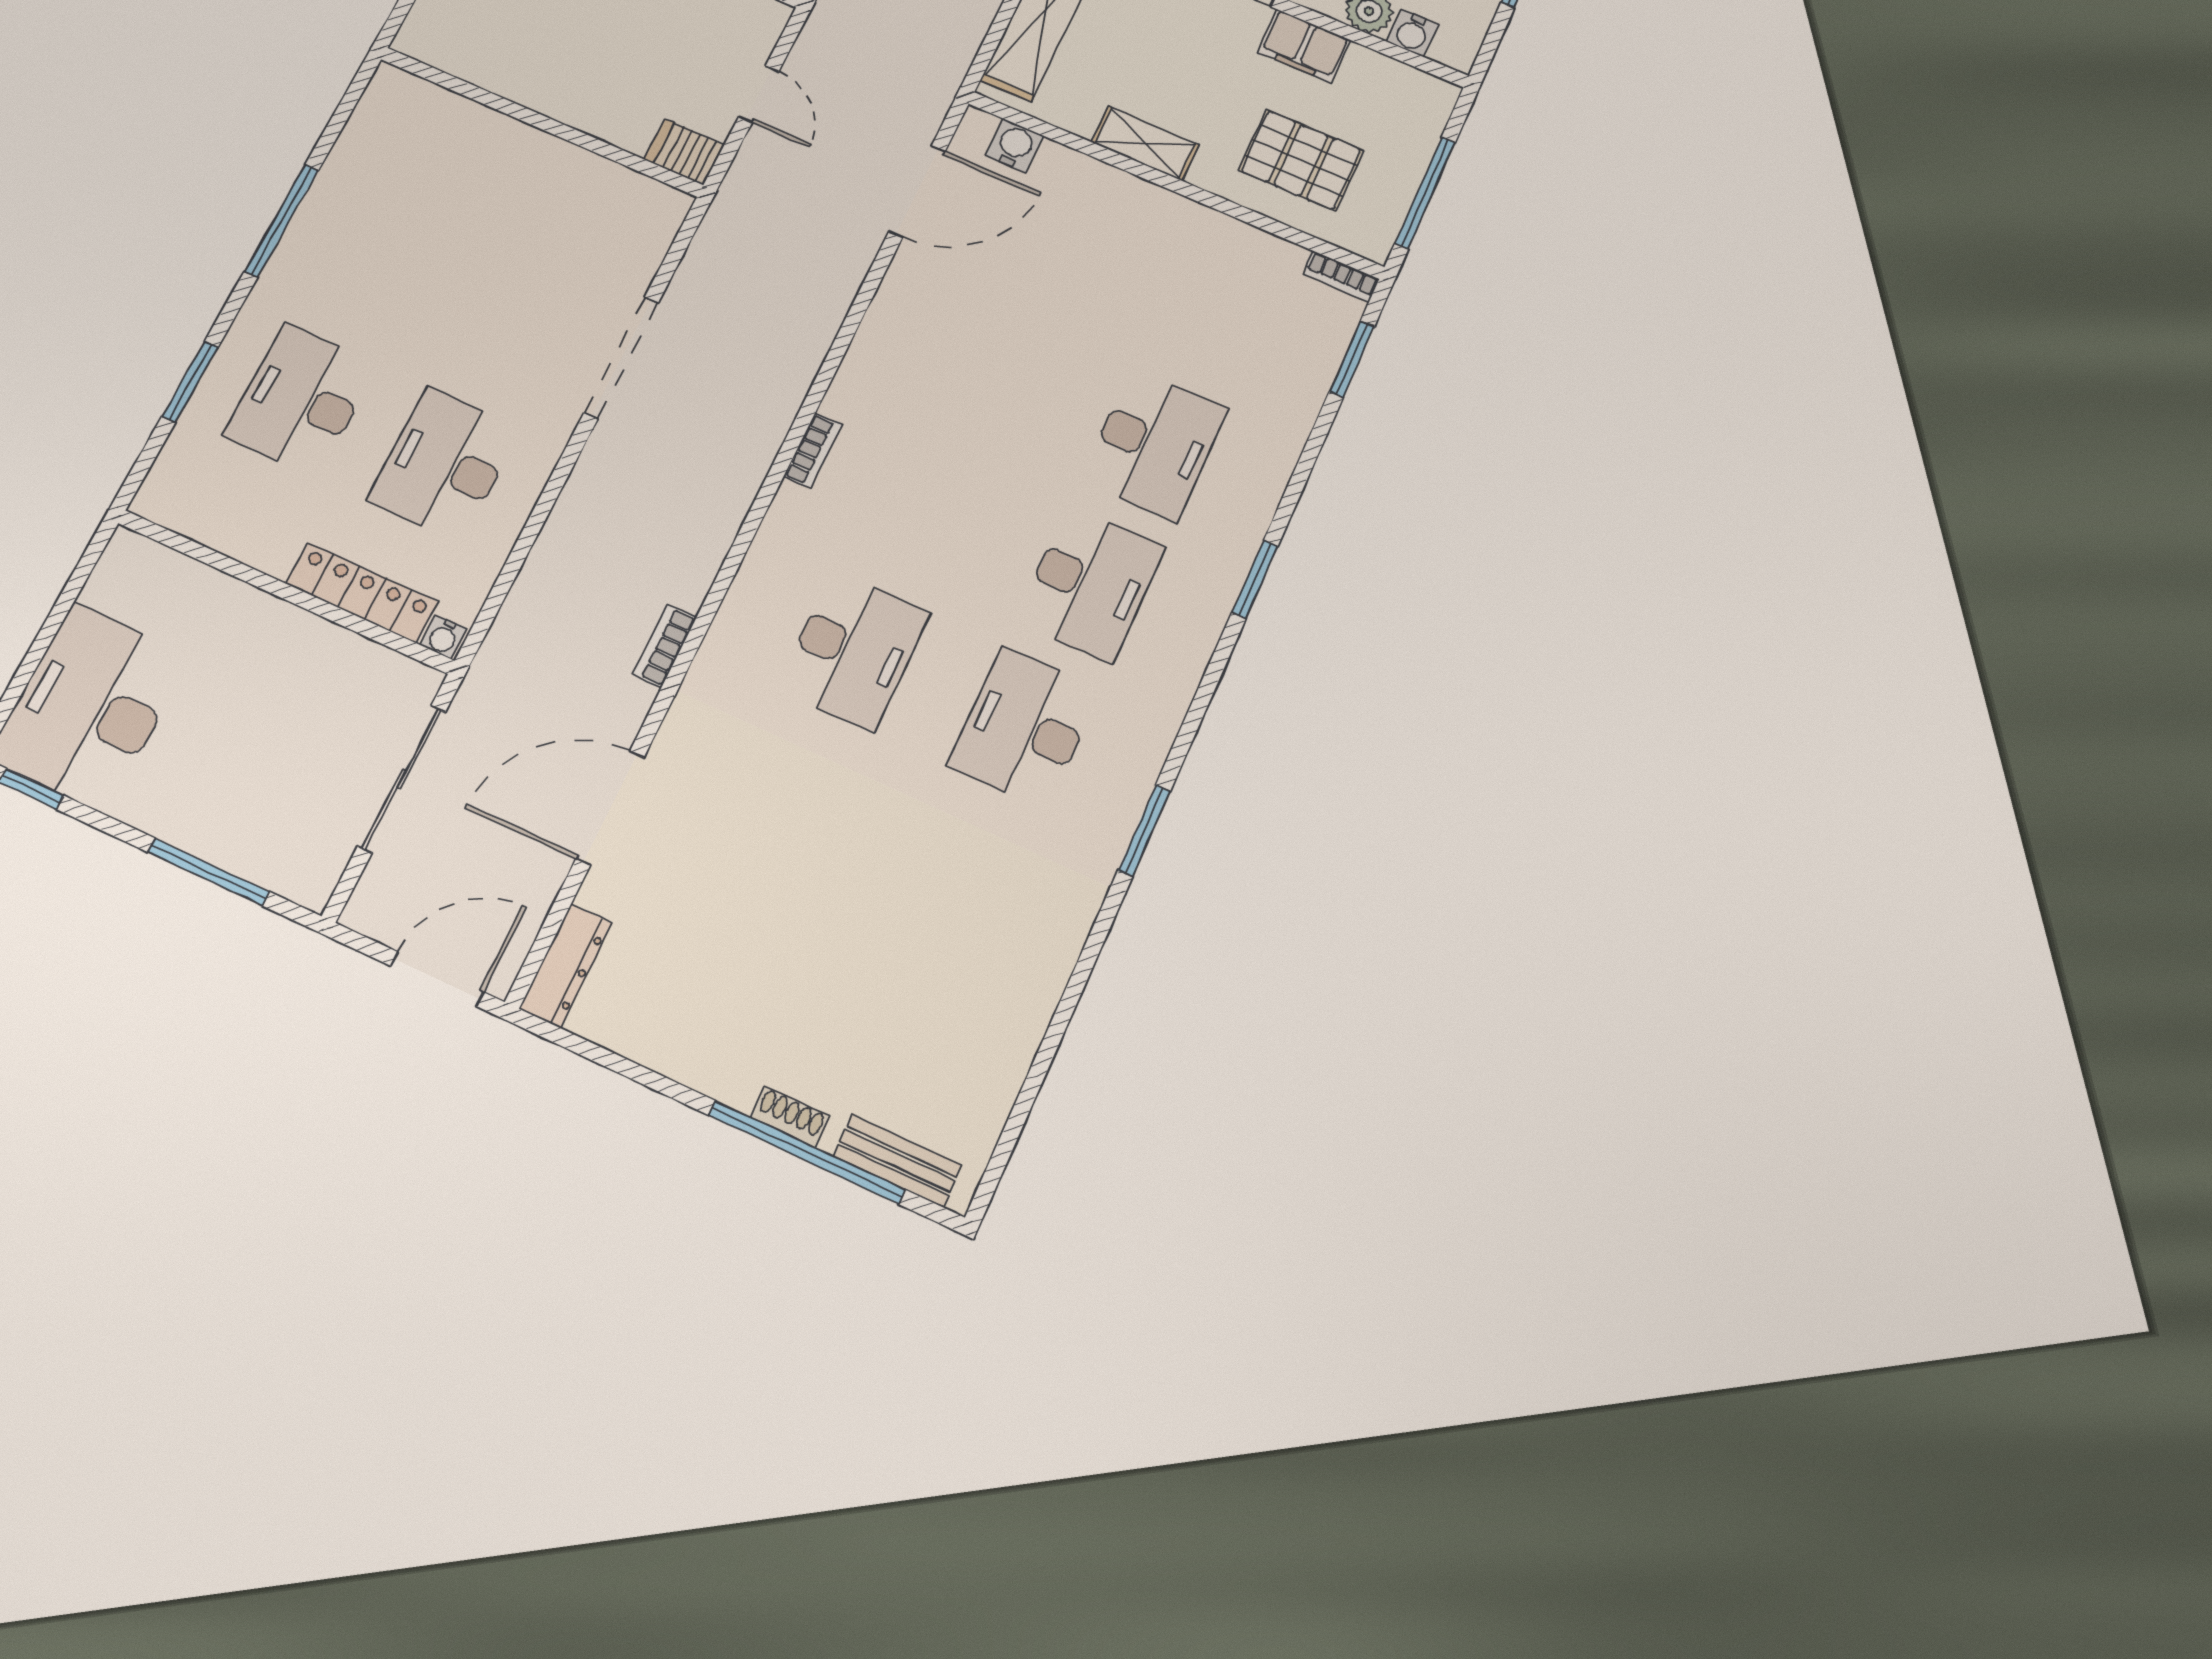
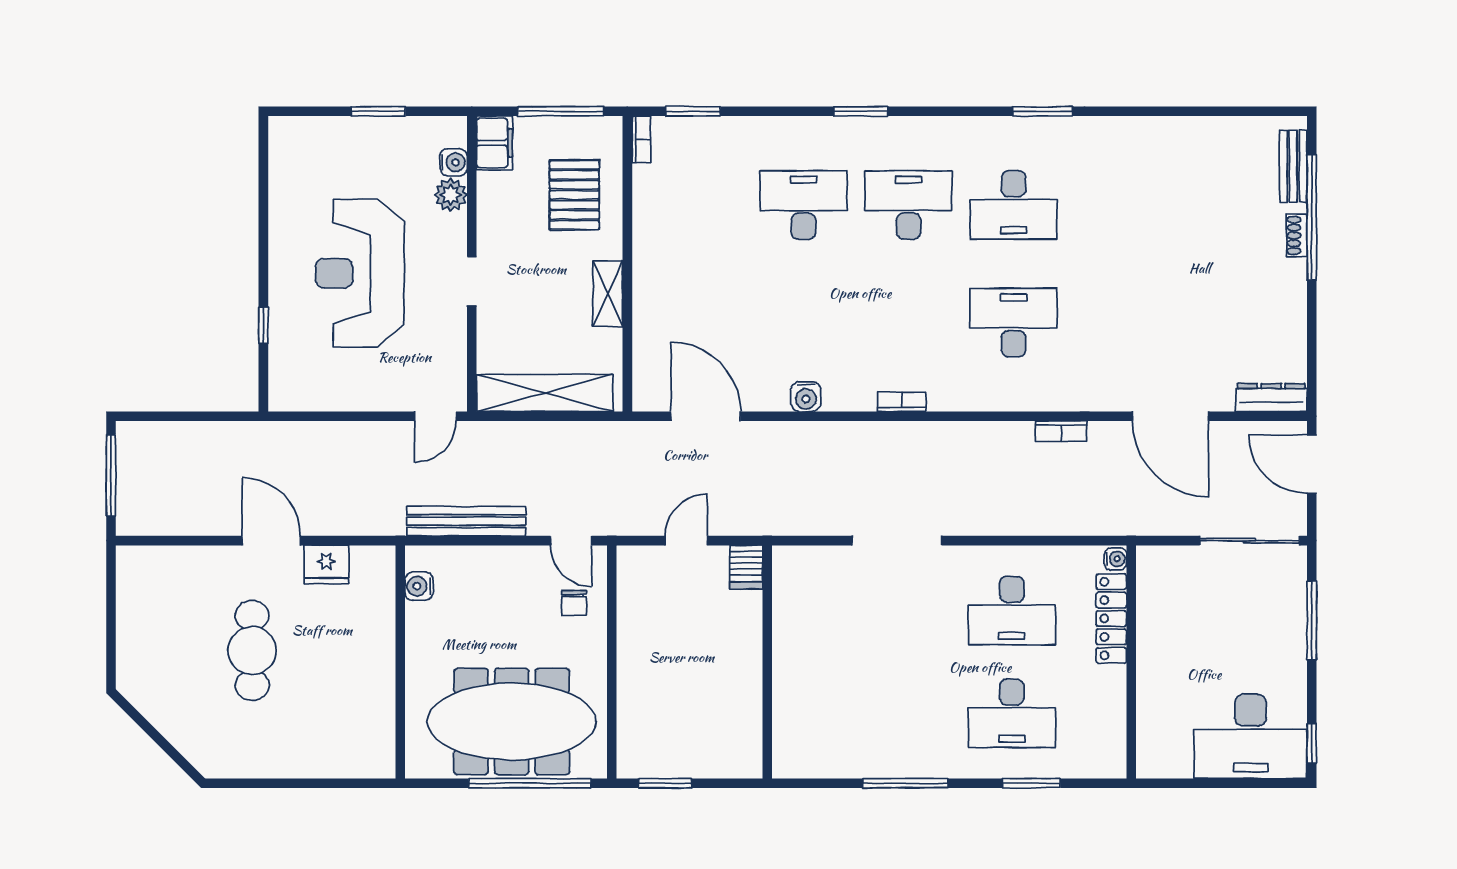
filing cabinet: (1304, 46) -> (494, 143), moved
water cooler: (1015, 146) -> (806, 397), moved, turned -90
sliding door: (402, 779) -> (1249, 541), moved

